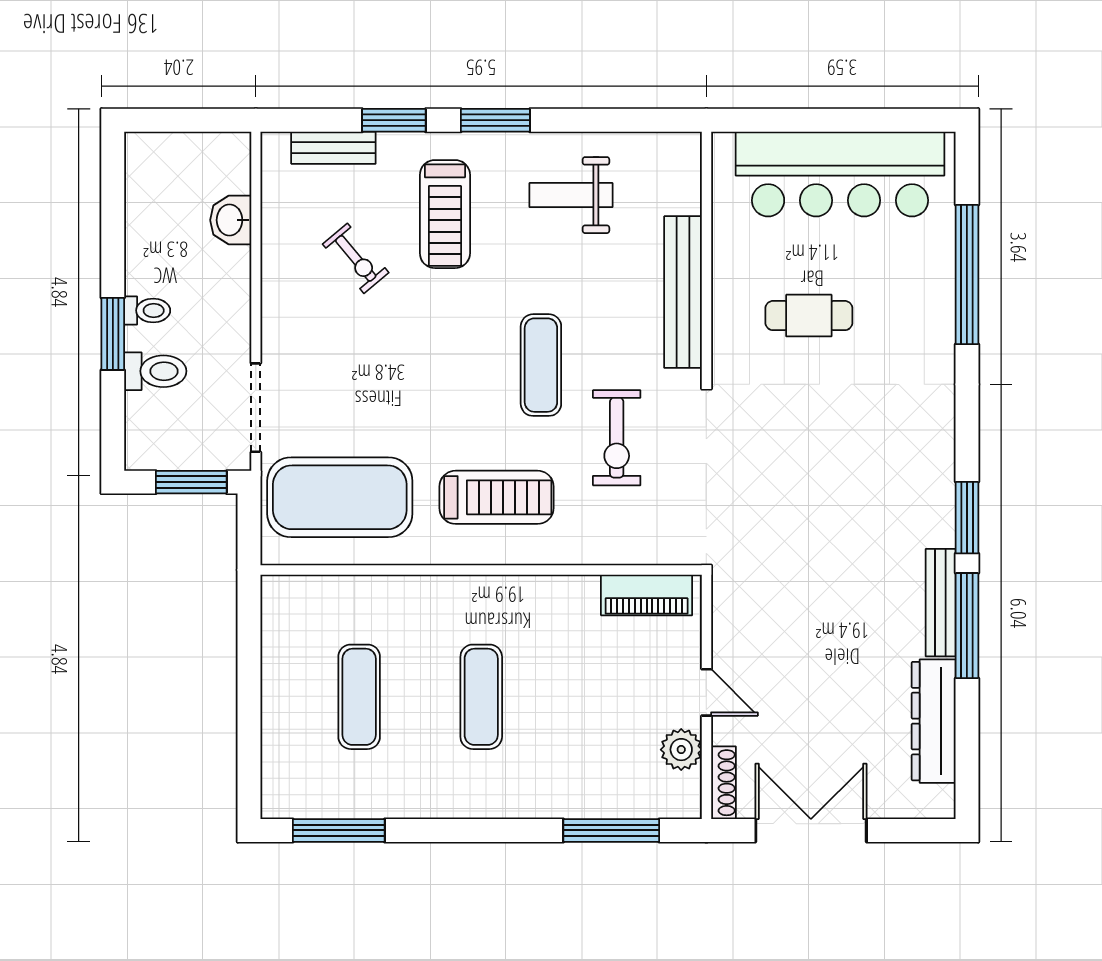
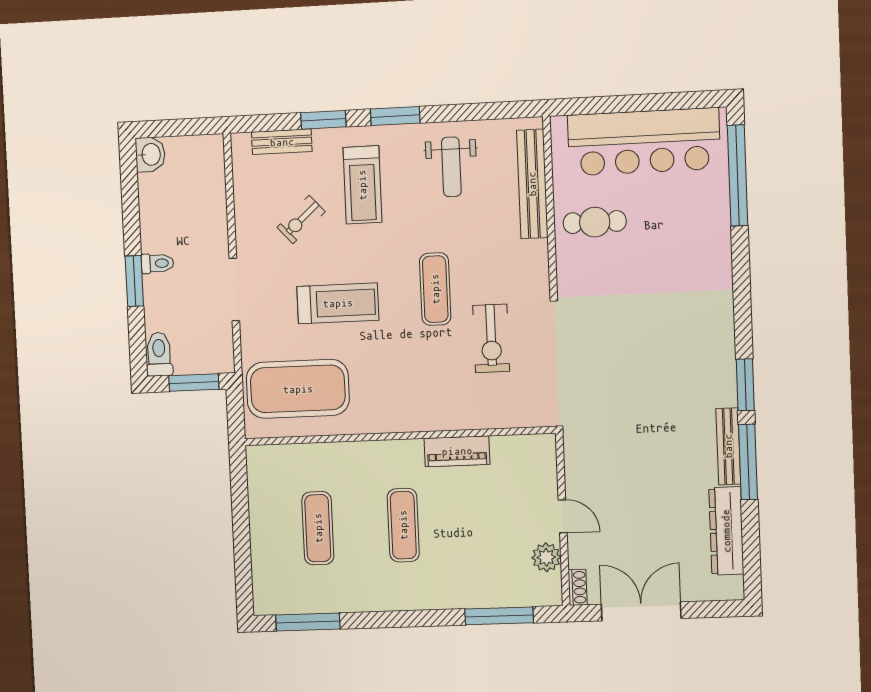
weight bench: (571, 195) -> (451, 167), turned -90
washbasin: (231, 220) -> (150, 154), moved, turned 180
exercise bike: (356, 258) -> (301, 220), turned 88
window: (967, 275) -> (738, 175), moved
bench: (683, 292) -> (532, 184), moved
cafe table: (809, 316) -> (595, 222), moved
toilet: (155, 371) -> (159, 354), moved, turned -90
doorway: (256, 408) -> (234, 290), moved
treadmill: (497, 497) -> (338, 303), moved
piano: (647, 595) -> (457, 451), moved
shoe rack: (723, 783) -> (578, 587), width x0.70

